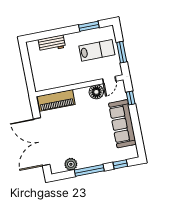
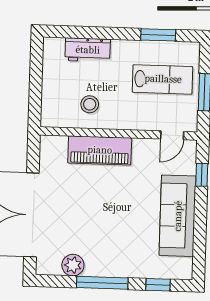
stool: (60, 73) -> (90, 104), added
floor lamp: (96, 92) -> (145, 151), removed
piano: (56, 100) -> (100, 150), moved

